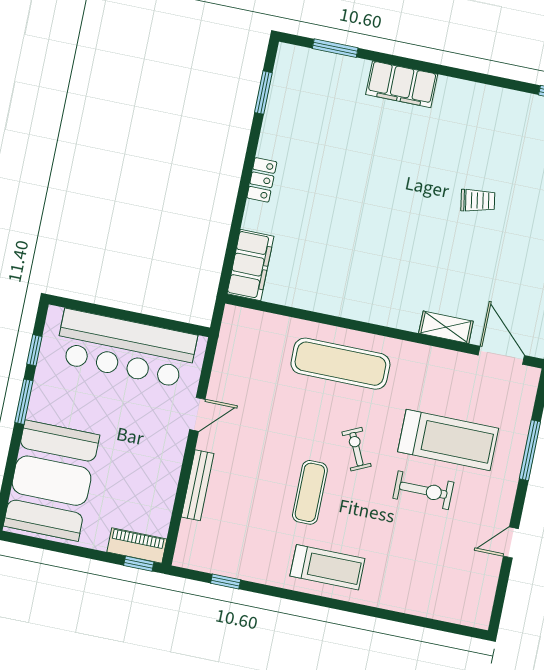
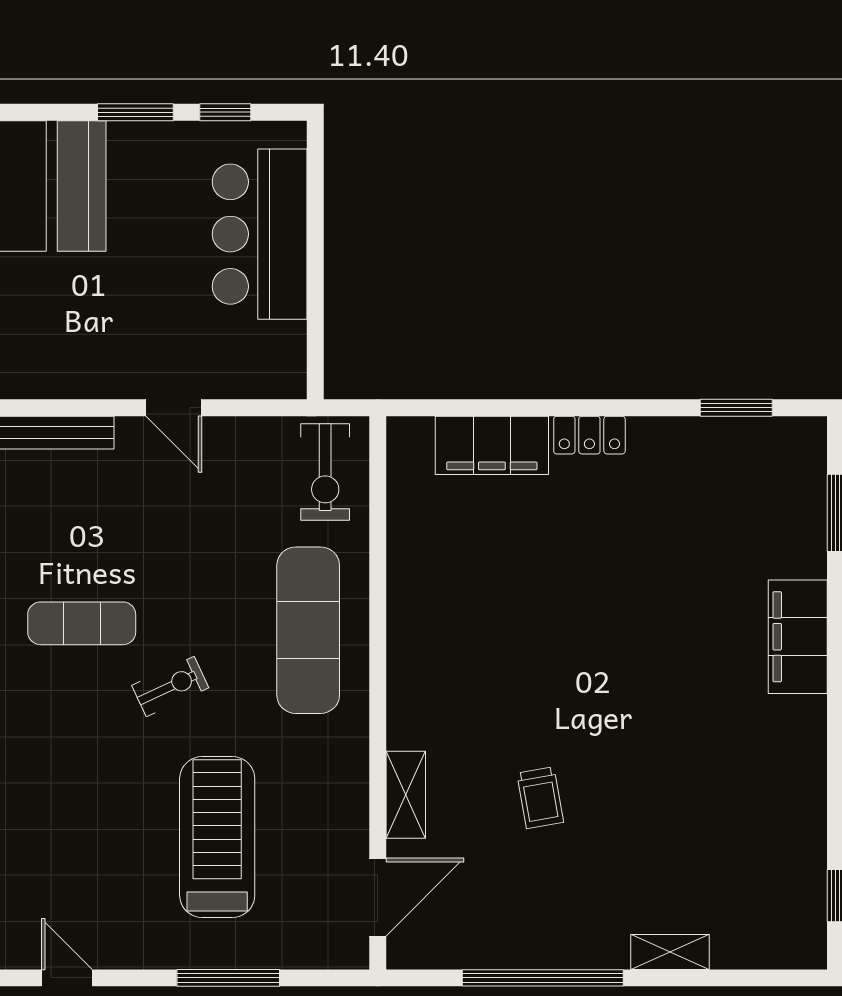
trolley: (478, 200) -> (540, 798), moved
filing cabinet: (250, 265) -> (492, 445), moved
bar counter: (126, 349) -> (260, 234), width x0.73
treadmill: (448, 440) -> (217, 837), turned 180
exercise bike: (423, 490) -> (325, 472), moved

